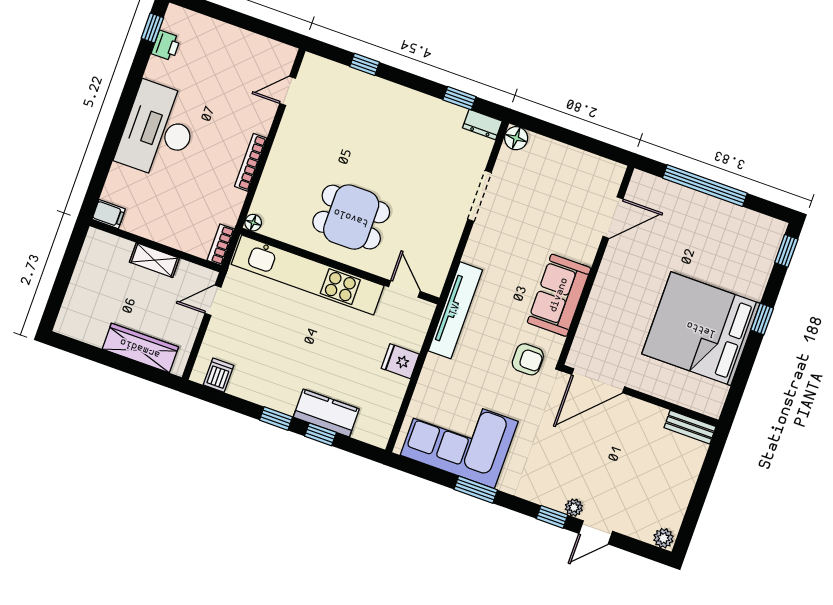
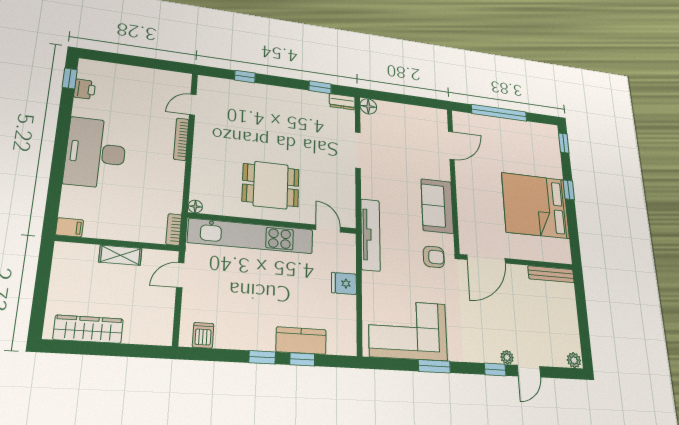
bookcase: (251, 162) -> (181, 139), moved
wardrobe: (140, 348) -> (88, 329), moved
bench: (690, 427) -> (551, 274), width x1.36

